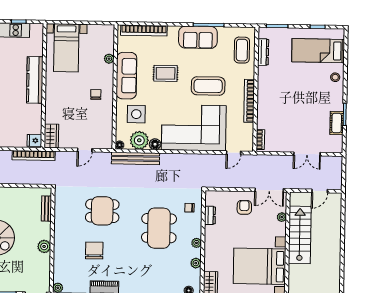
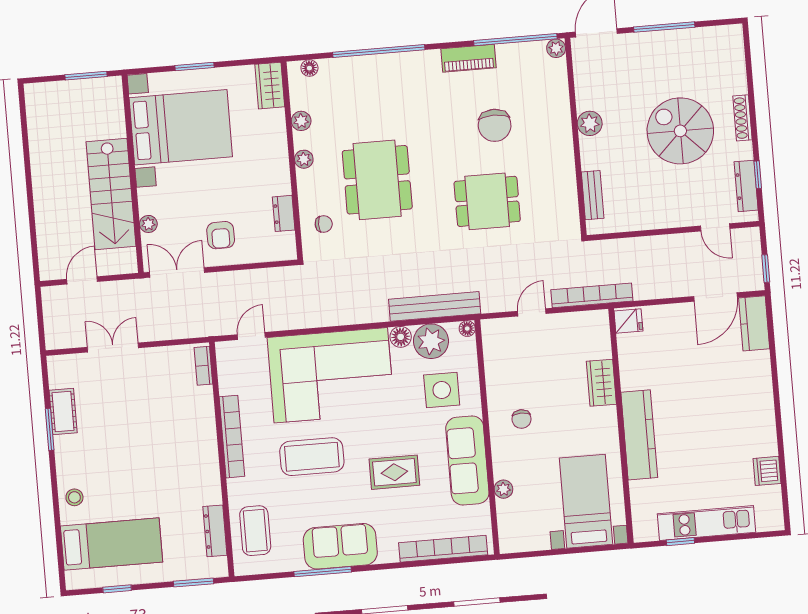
wardrobe: (51, 136) -> (601, 383), moved
bookcase: (34, 156) -> (592, 295), moved

